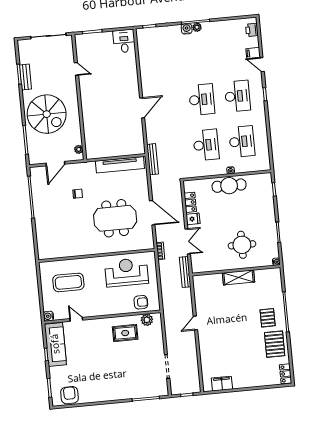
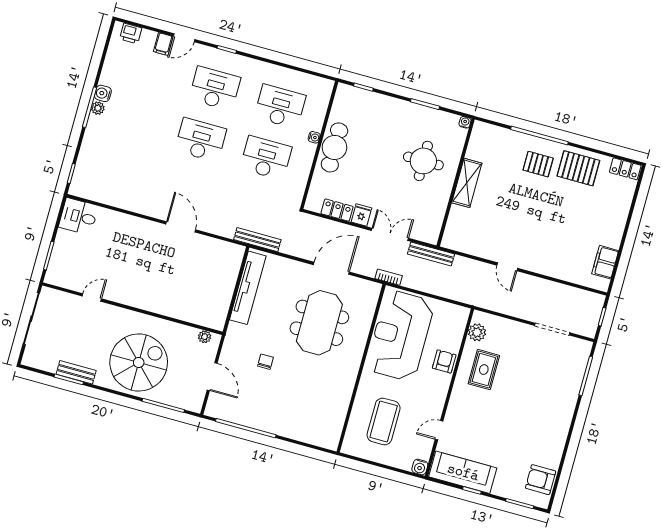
water cooler: (187, 29) -> (103, 93), moved
reception desk: (126, 272) -> (400, 336), width x1.36, depth x1.30
armchair: (141, 302) -> (444, 361), moved

